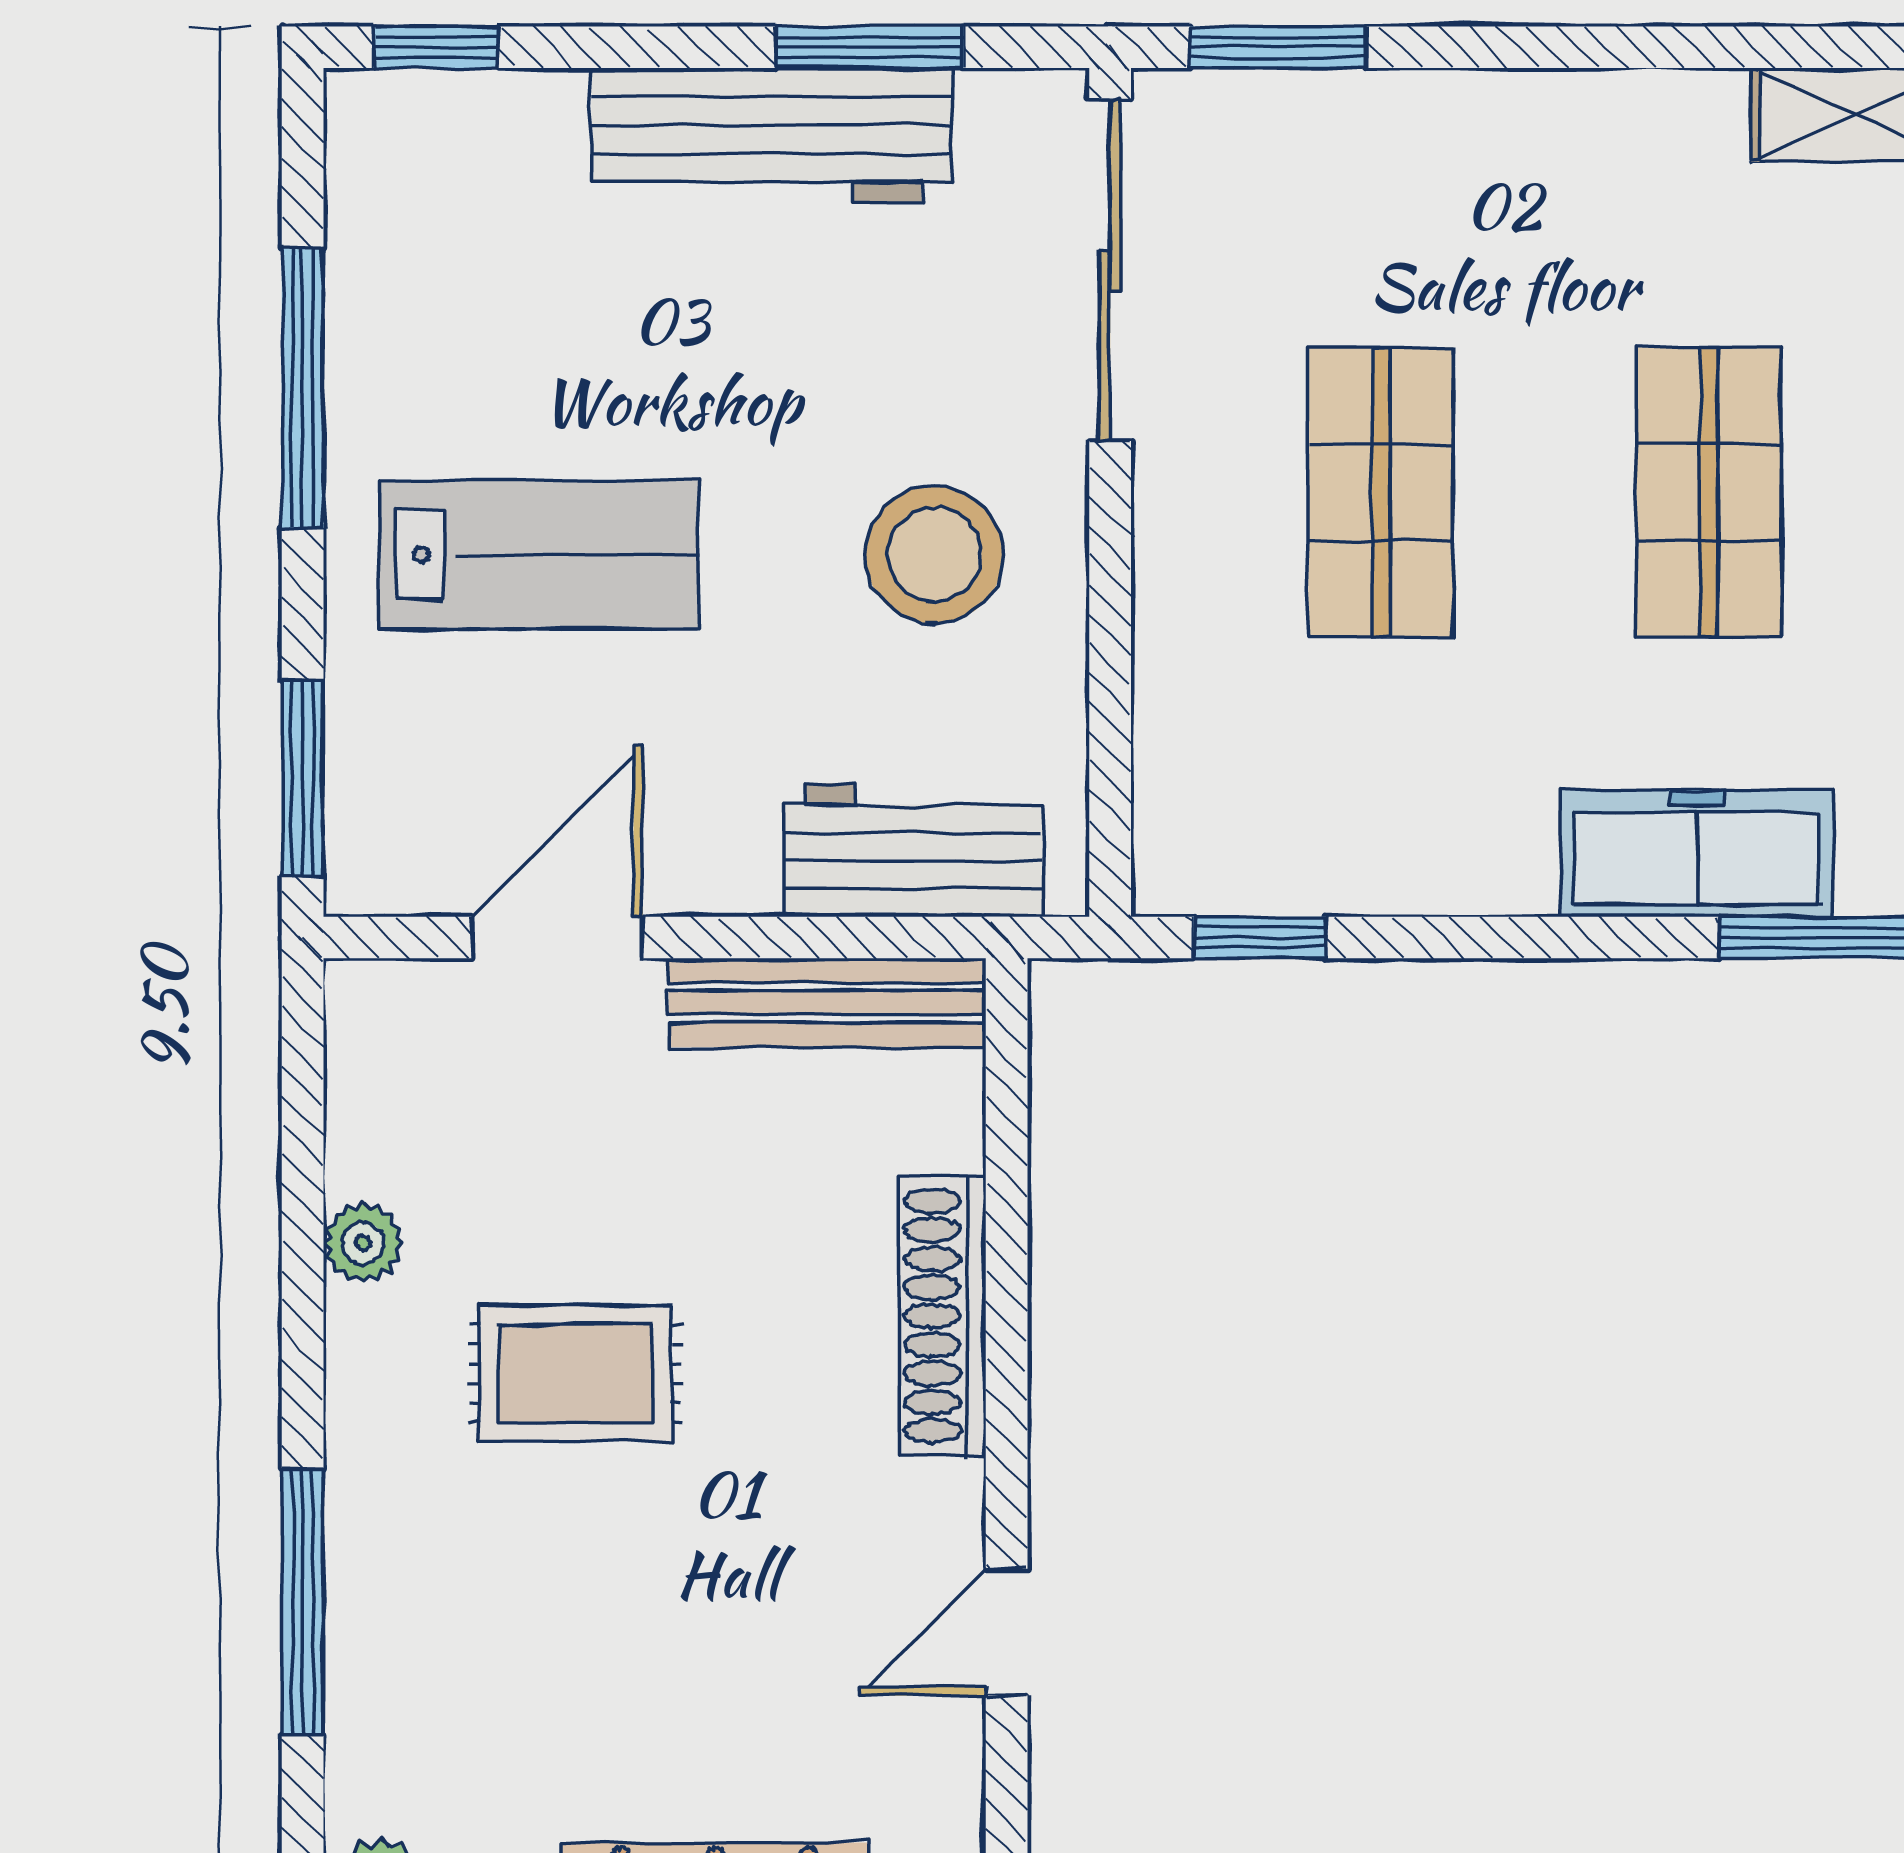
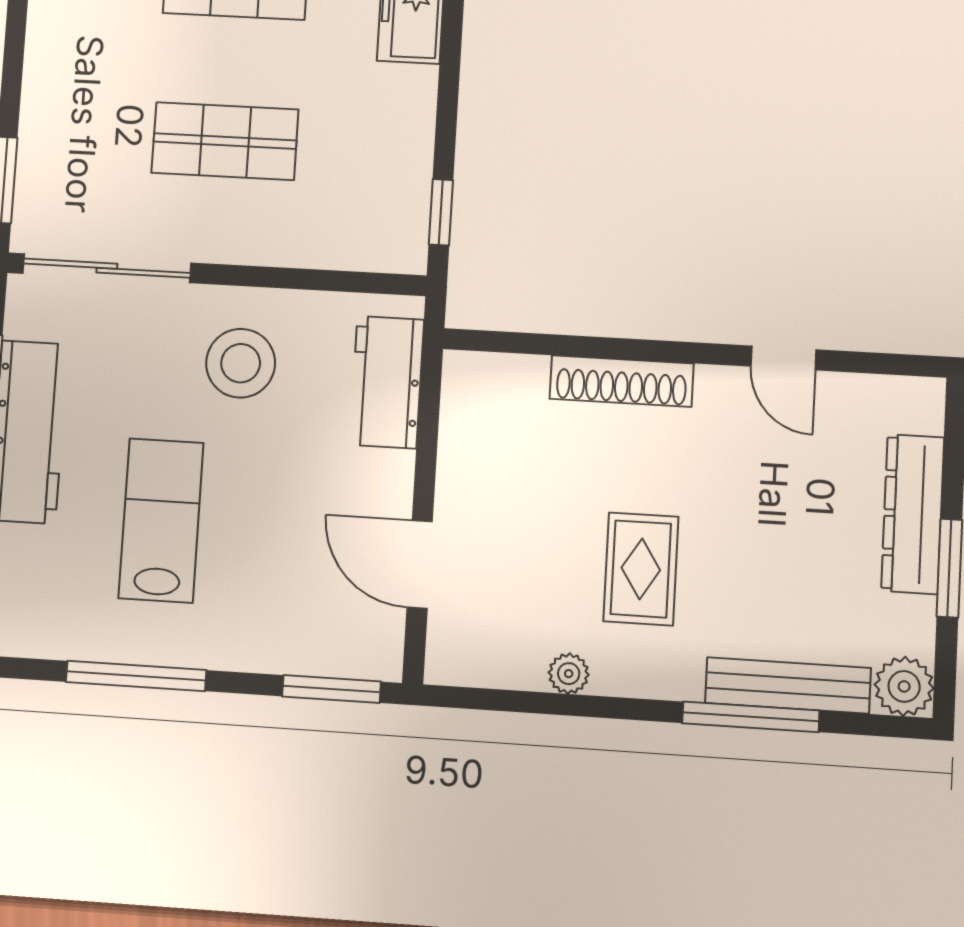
lab bench: (539, 555) -> (161, 520), moved
bench: (827, 1003) -> (788, 685), moved, turned 90

